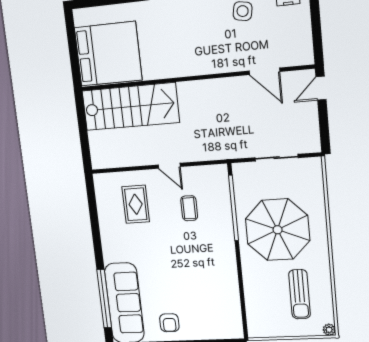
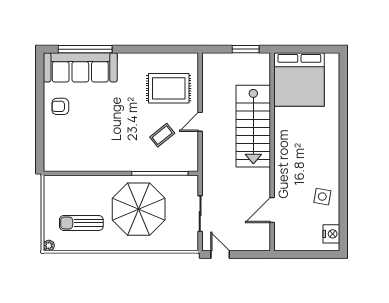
door: (321, 88) -> (220, 255), moved
stairs: (131, 107) -> (253, 126), moved
window: (82, 120) -> (246, 49), added
rug: (136, 204) -> (169, 88), width x1.36, depth x1.43
coffee table: (189, 208) -> (162, 135), turned -39

